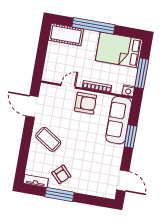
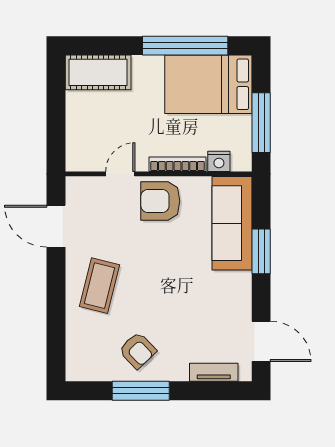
window: (93, 26) -> (185, 46), moved
nightstand: (128, 91) -> (219, 161), moved
armchair: (85, 103) -> (160, 201), turned 180
coffee table: (48, 139) -> (99, 286), turned 71
tv unit: (36, 181) -> (214, 372), moved

